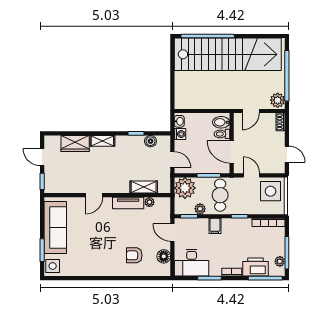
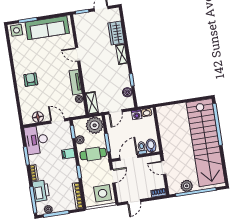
plant: (278, 100) -> (187, 186), moved
shelving: (144, 187) -> (92, 103), moved
door: (172, 233) -> (58, 121), hinge flipped
armchair: (134, 255) -> (31, 80), moved

